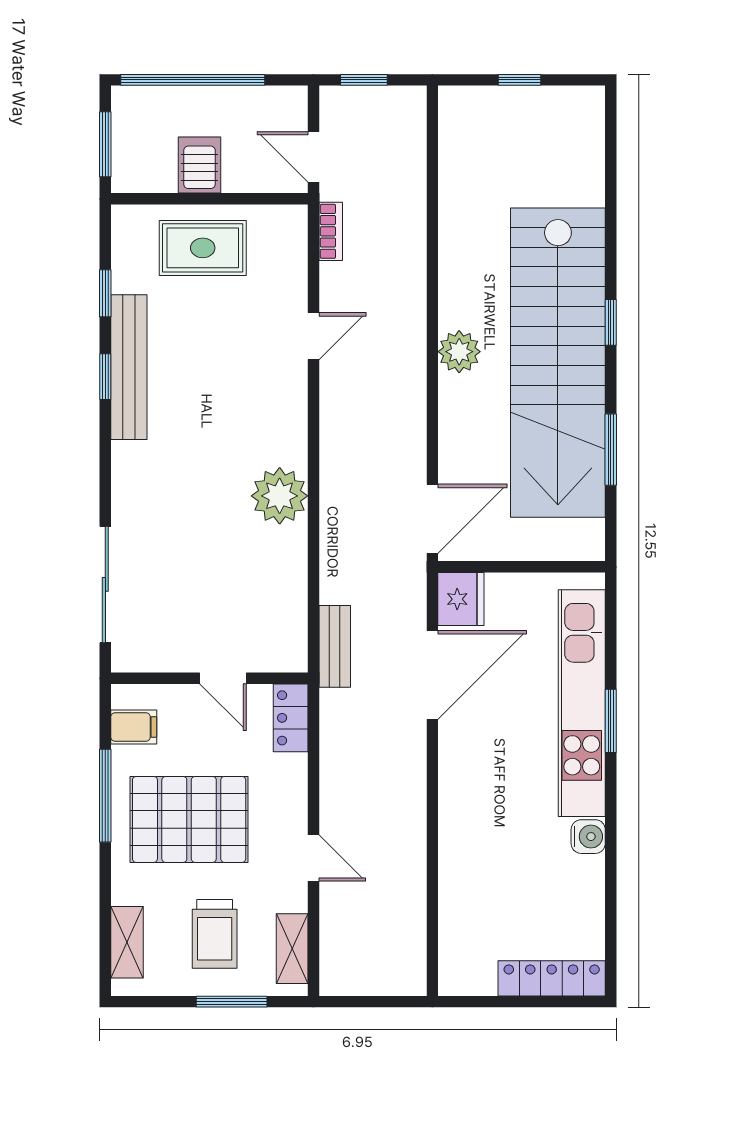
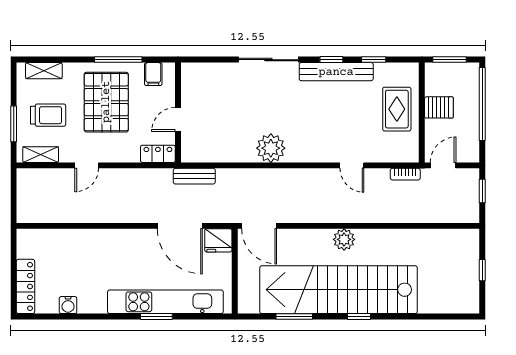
sliding door: (105, 584) -> (268, 60), moved
water cooler: (588, 837) -> (68, 305), moved
trolley: (215, 934) -> (48, 115), turned 180

